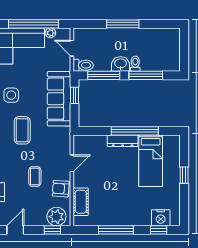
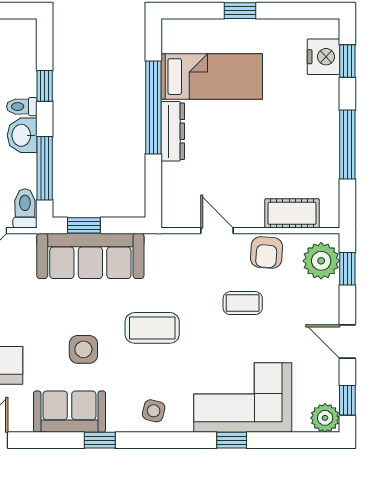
window: (146, 75) -> (45, 86), width x0.46

